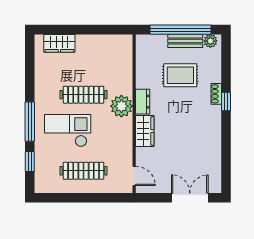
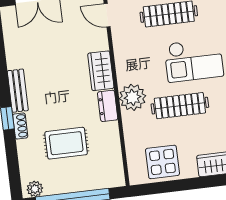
bench: (185, 41) -> (18, 91), moved, turned 90
display table: (103, 50) -> (162, 162), added

